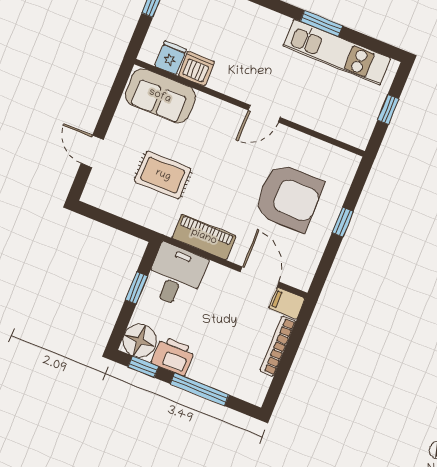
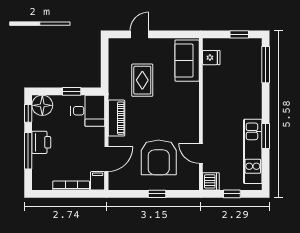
dishwasher: (196, 69) -> (211, 181), moved
door: (264, 114) -> (201, 153), moved
printer: (173, 356) -> (41, 142), moved

